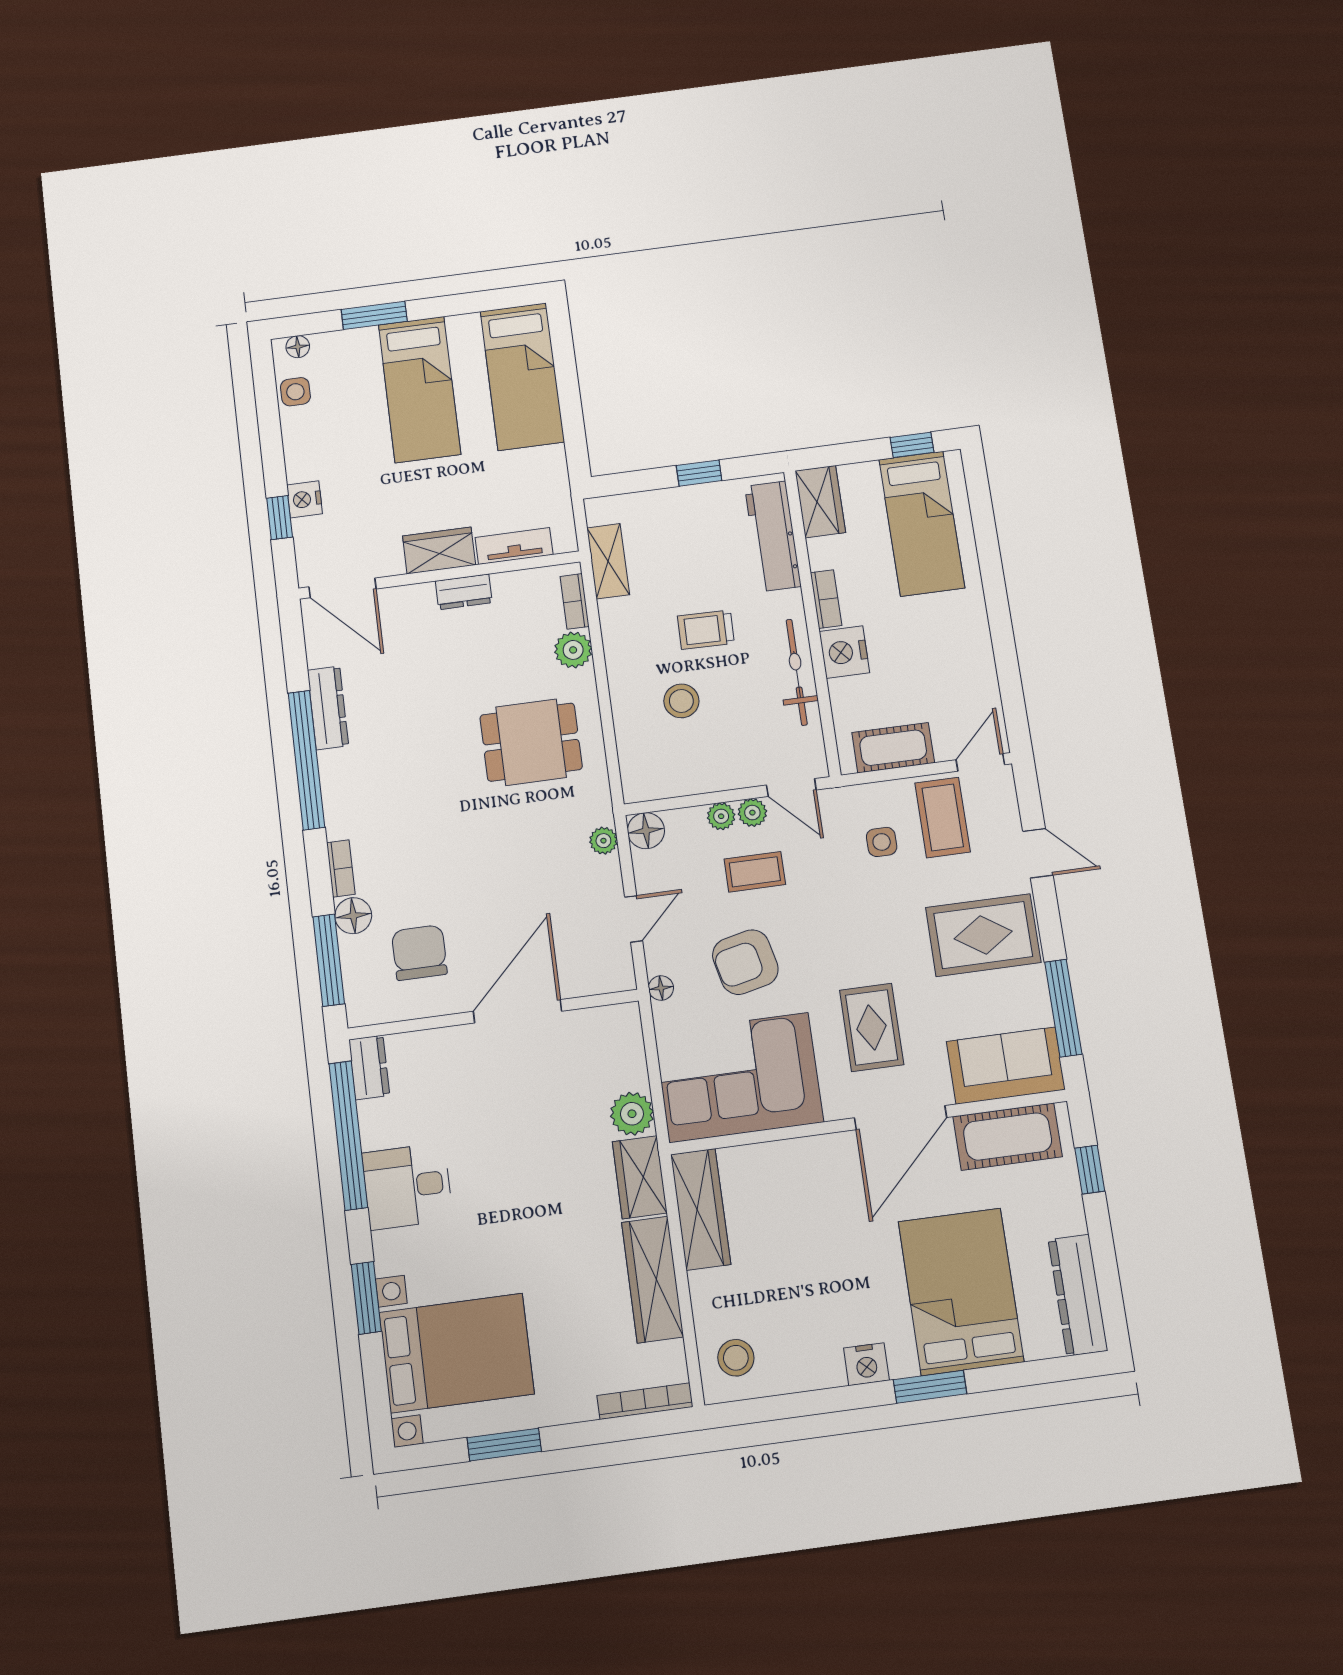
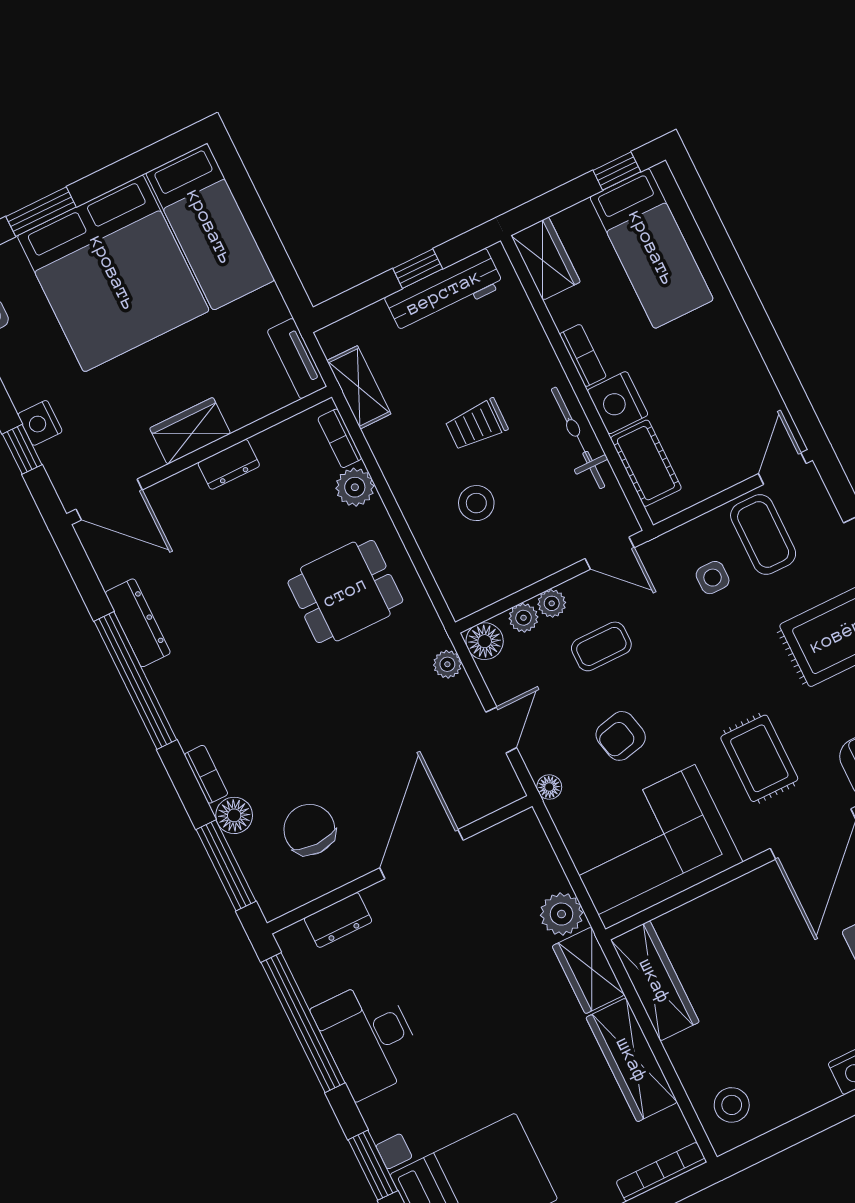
bed: (420, 389) -> (113, 273), width x2.04
workbench: (773, 536) -> (444, 292), moved, turned -90
tv unit: (514, 546) -> (297, 359), moved, turned -90
cot: (893, 748) -> (646, 463), moved, turned 90
plant: (752, 813) -> (523, 618), moved
armchair: (745, 962) -> (621, 736), width x0.72, depth x0.72
dresser: (369, 1067) -> (338, 920), moved, turned 90
desk: (407, 1186) -> (369, 1038), width x1.37

